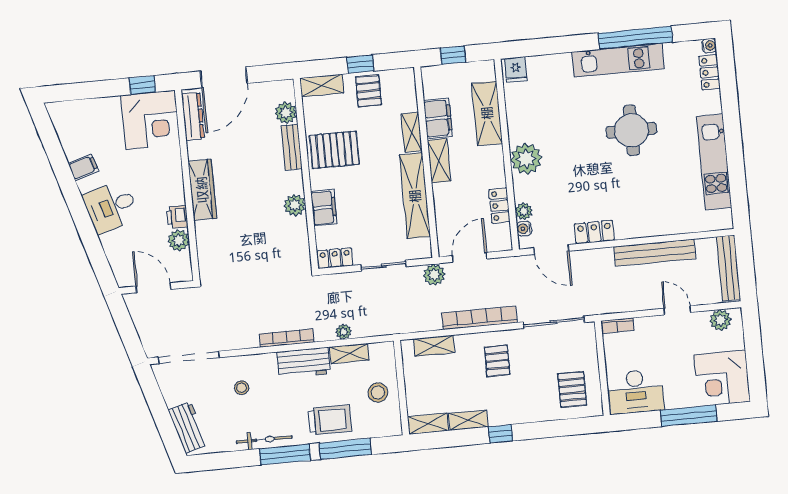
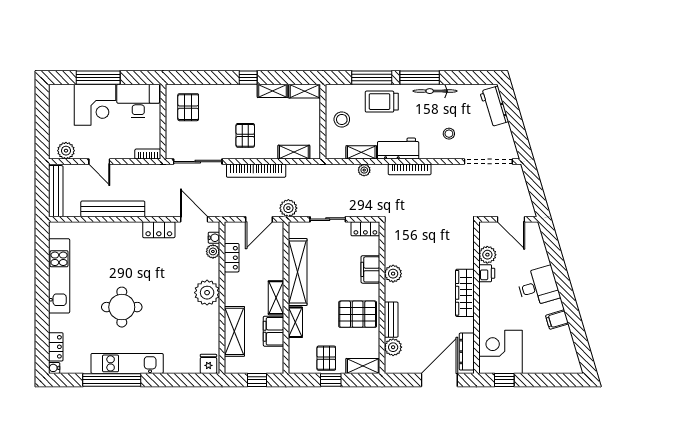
corner desk: (722, 378) -> (95, 105), moved, turned 90

